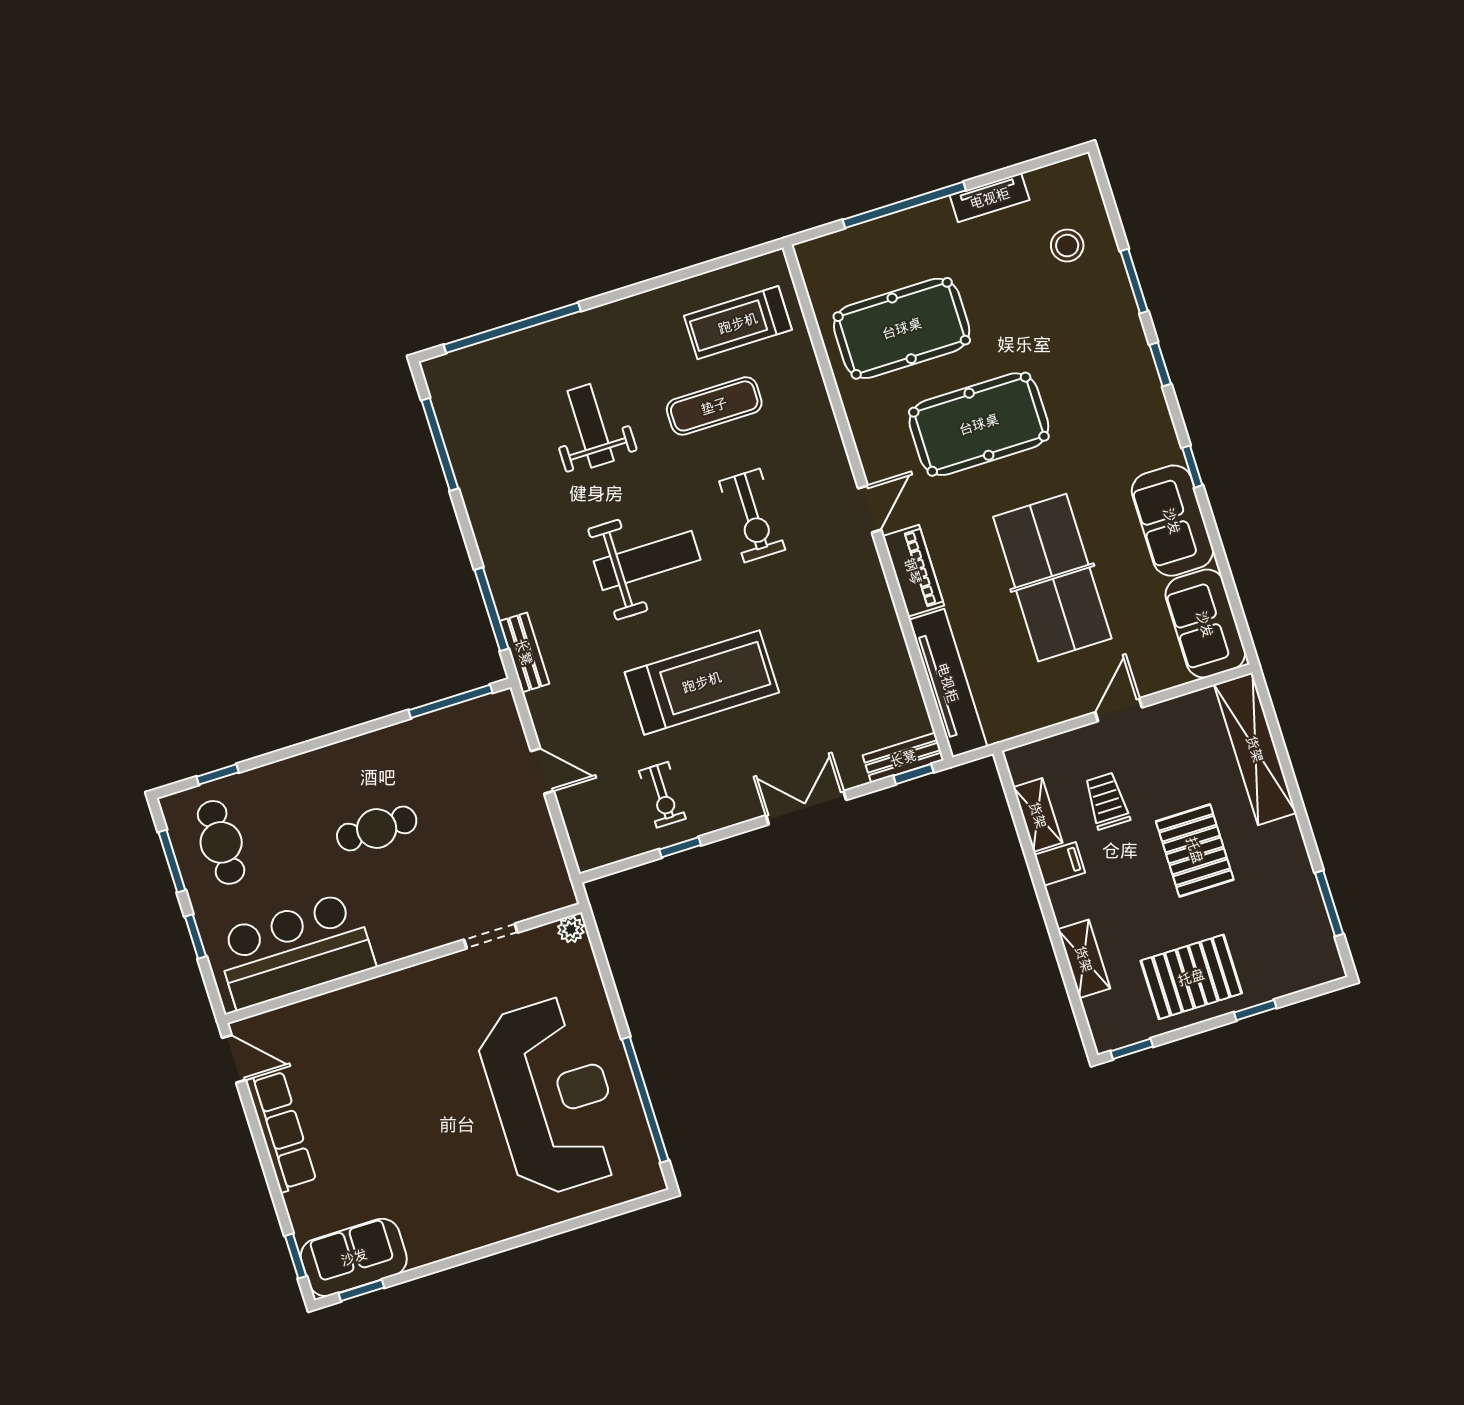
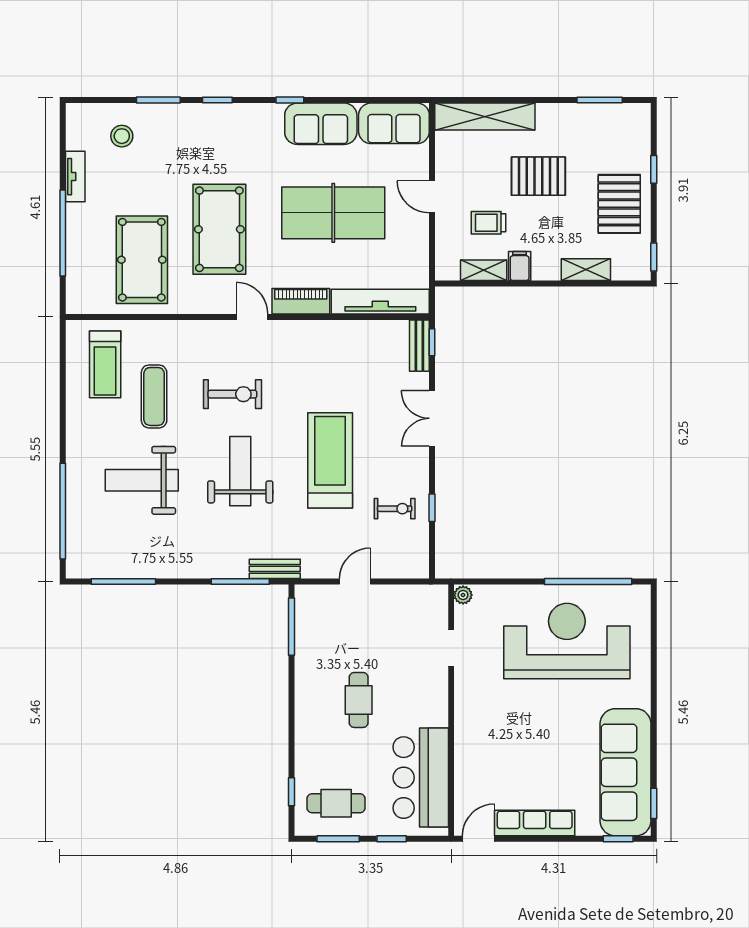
weight bench: (591, 426) -> (142, 480), width x1.36, depth x1.33
sofa: (354, 1257) -> (626, 772), width x1.85, depth x1.27

